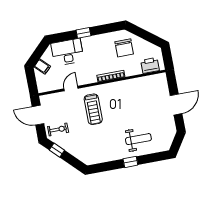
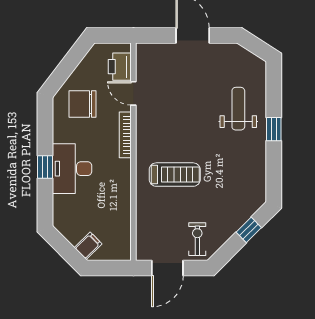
chair: (124, 48) -> (83, 104), turned 180
desk: (67, 52) -> (72, 169), moved
door: (71, 89) -> (133, 93), moved
window: (57, 150) -> (249, 230), moved

